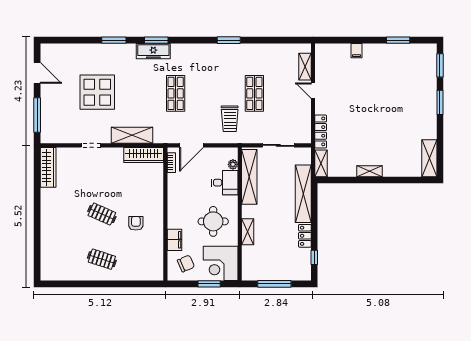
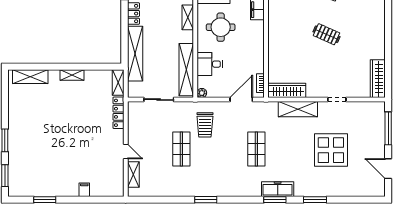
trolley: (230, 119) -> (205, 125), turned 180
shelving: (429, 158) -> (30, 77), moved, turned 90
plant: (233, 164) -> (202, 93), moved
armchair: (136, 223) -> (294, 25), removed

